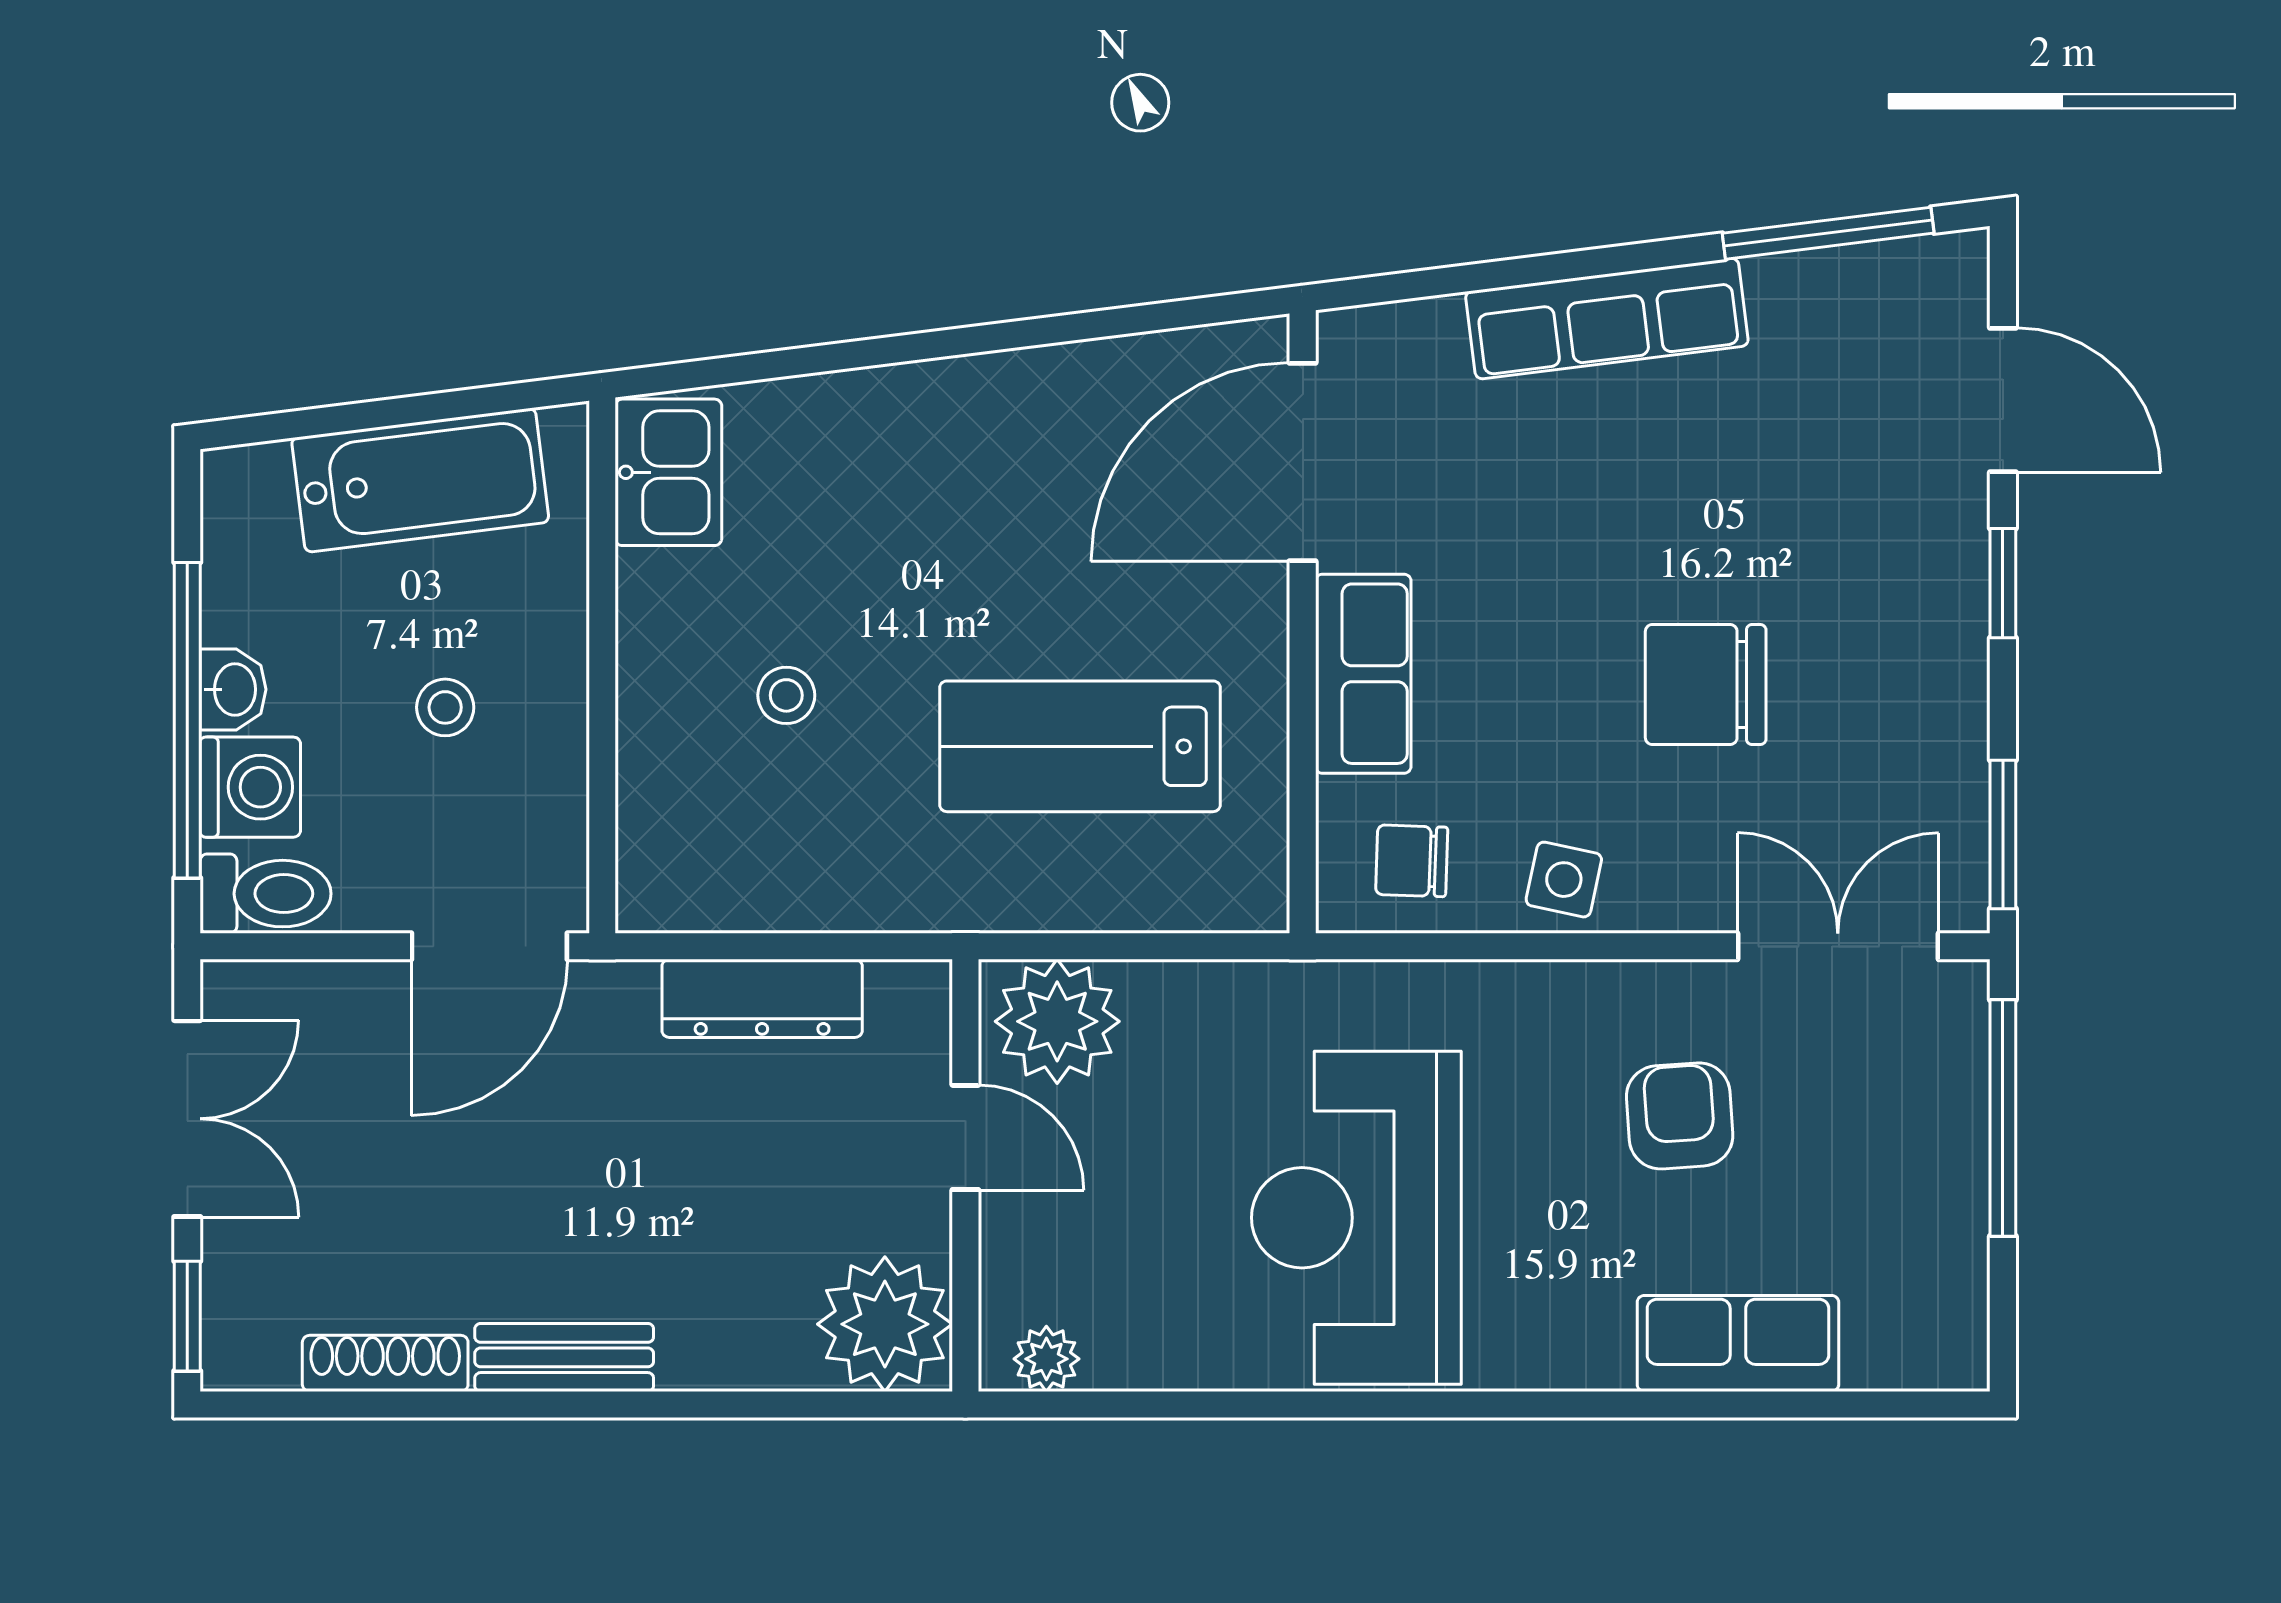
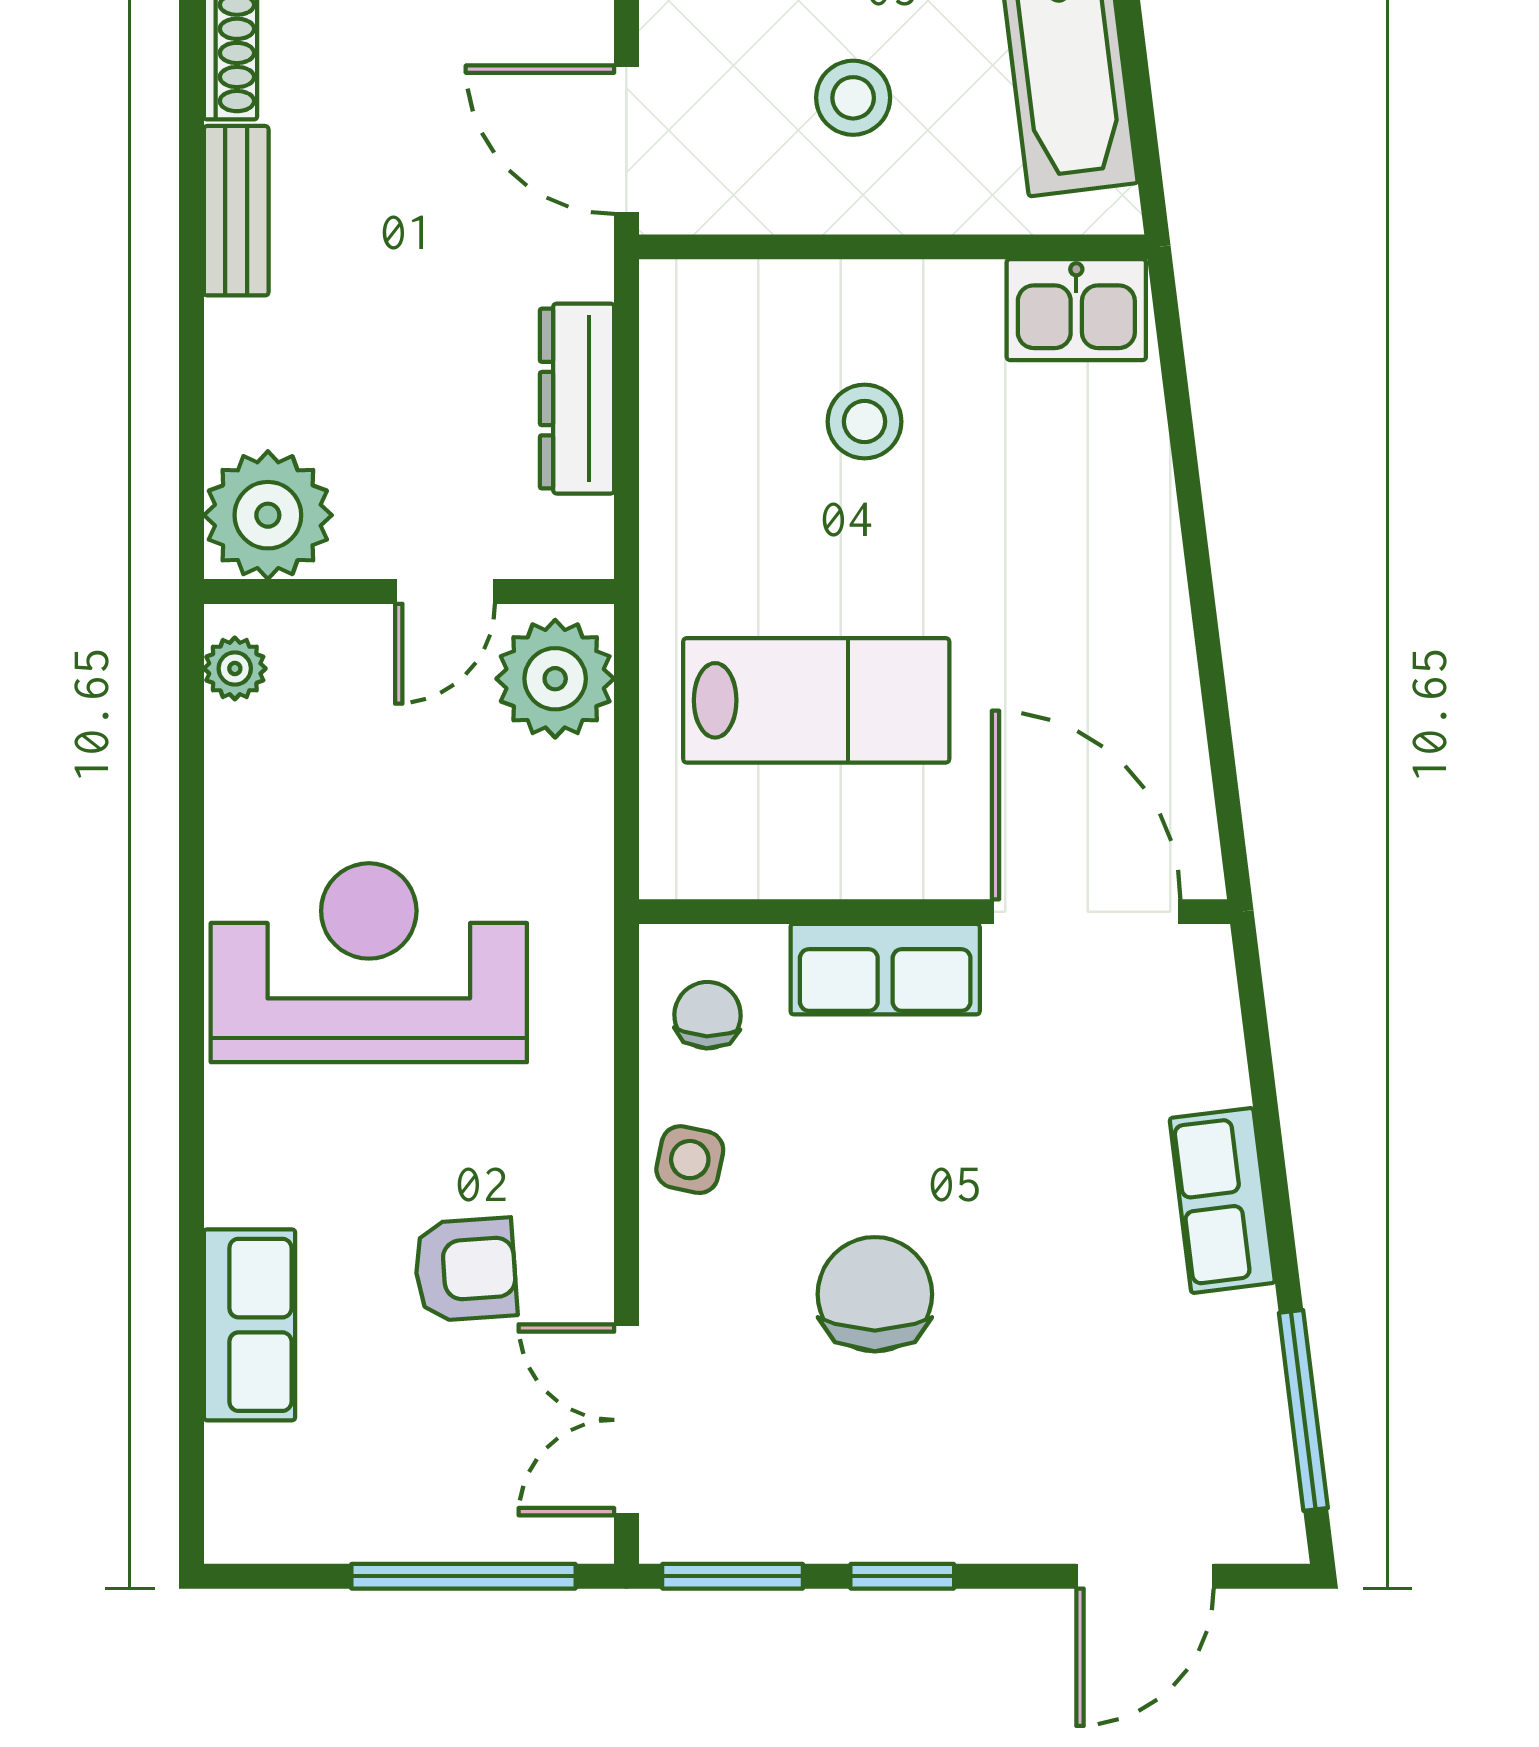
row of seats: (1607, 319) -> (1222, 1200), width x0.68
window: (2003, 583) -> (902, 1576), moved
stool: (786, 695) -> (865, 422), width x1.37, depth x1.37
stool: (445, 707) -> (853, 98), width x1.37, depth x1.37
lab bench: (1080, 746) -> (816, 700), turned 90
double door: (1838, 946) -> (626, 1420), swing flipped

